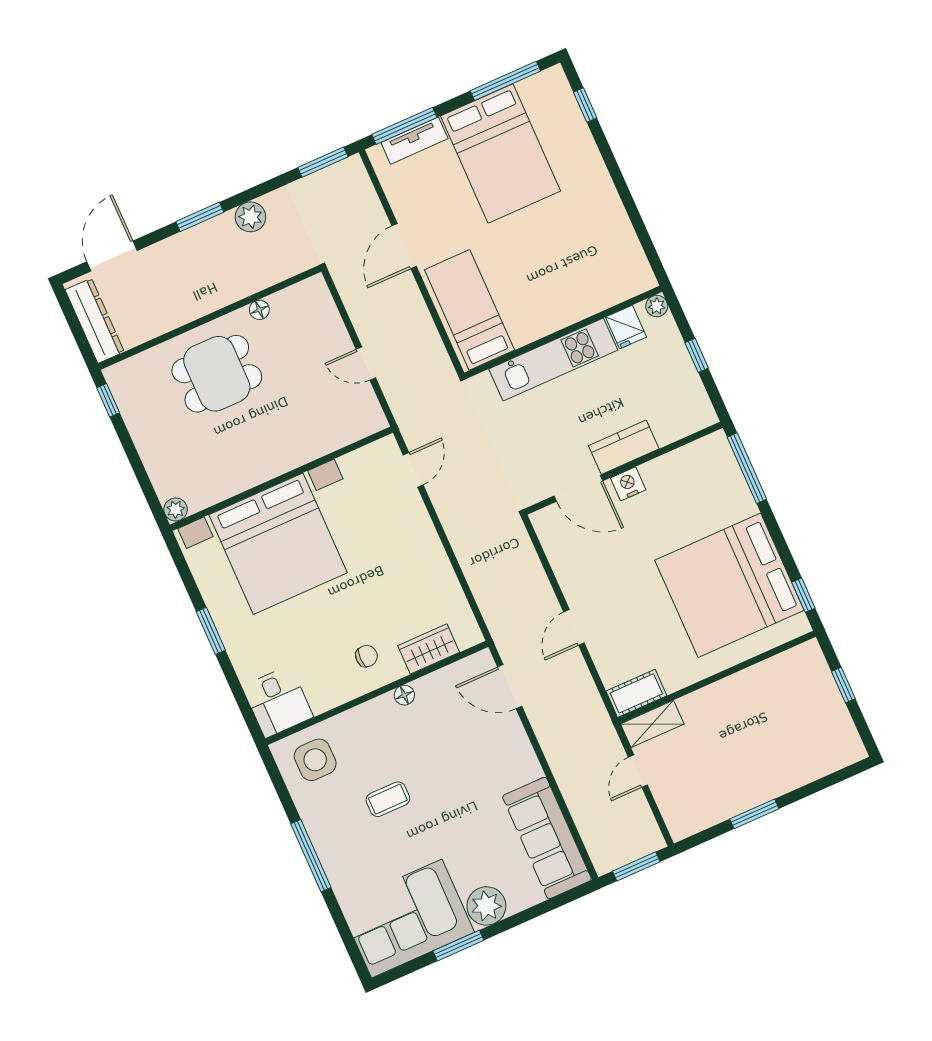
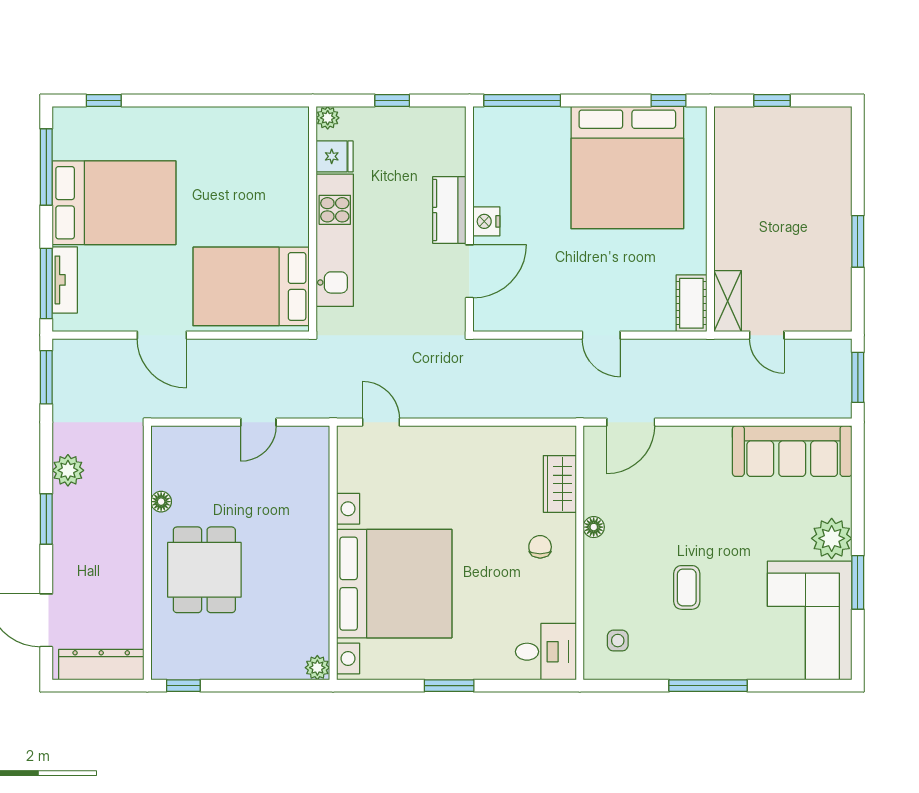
bed: (469, 310) -> (251, 286), width x1.50
side table: (315, 760) -> (618, 641), width x0.54, depth x0.54

